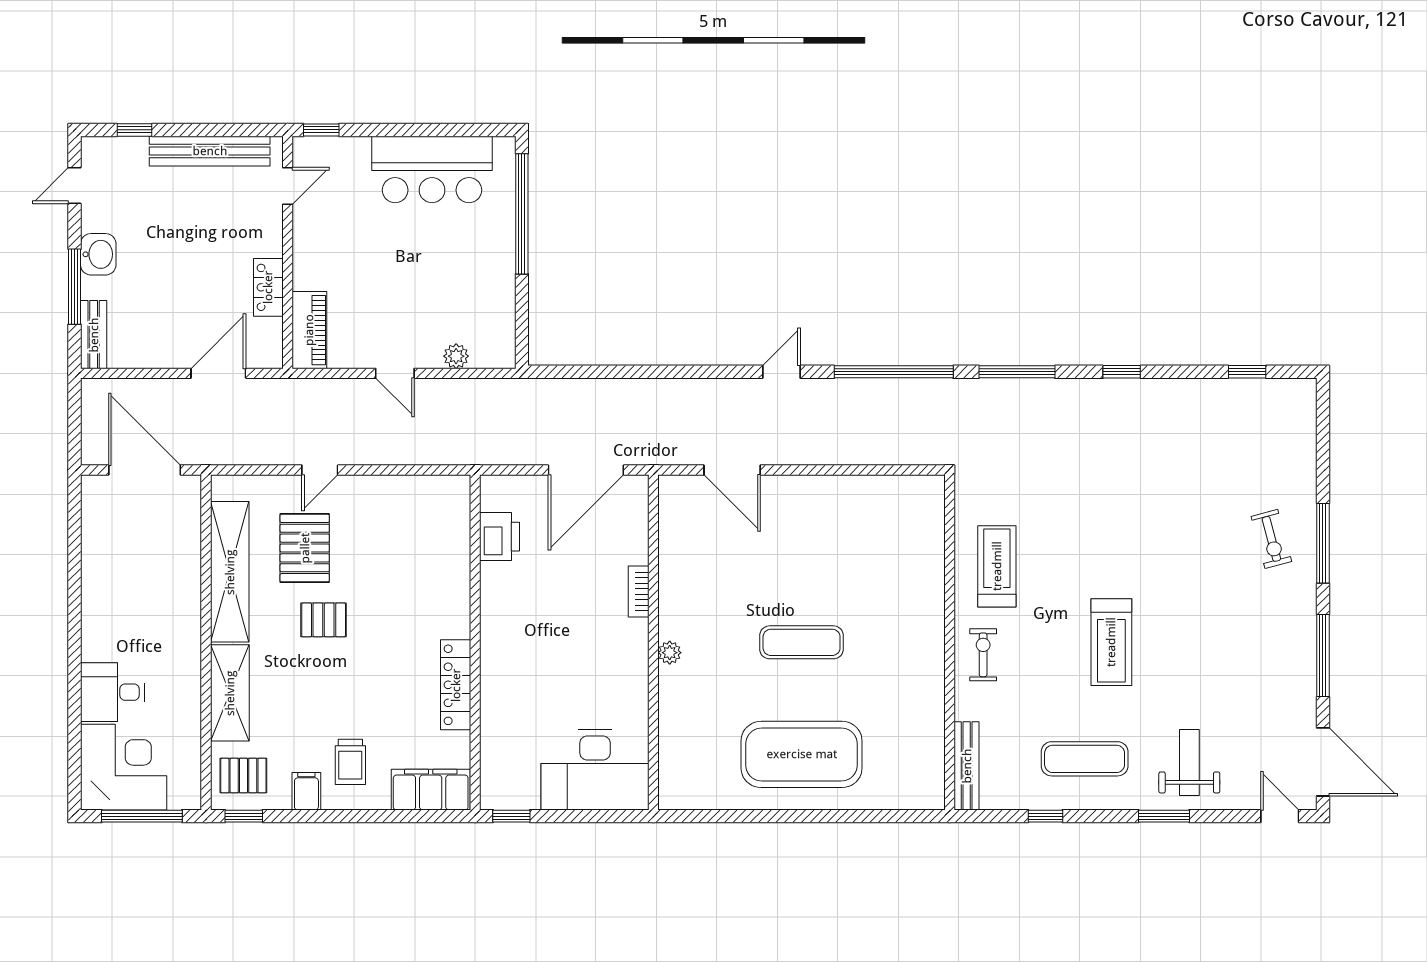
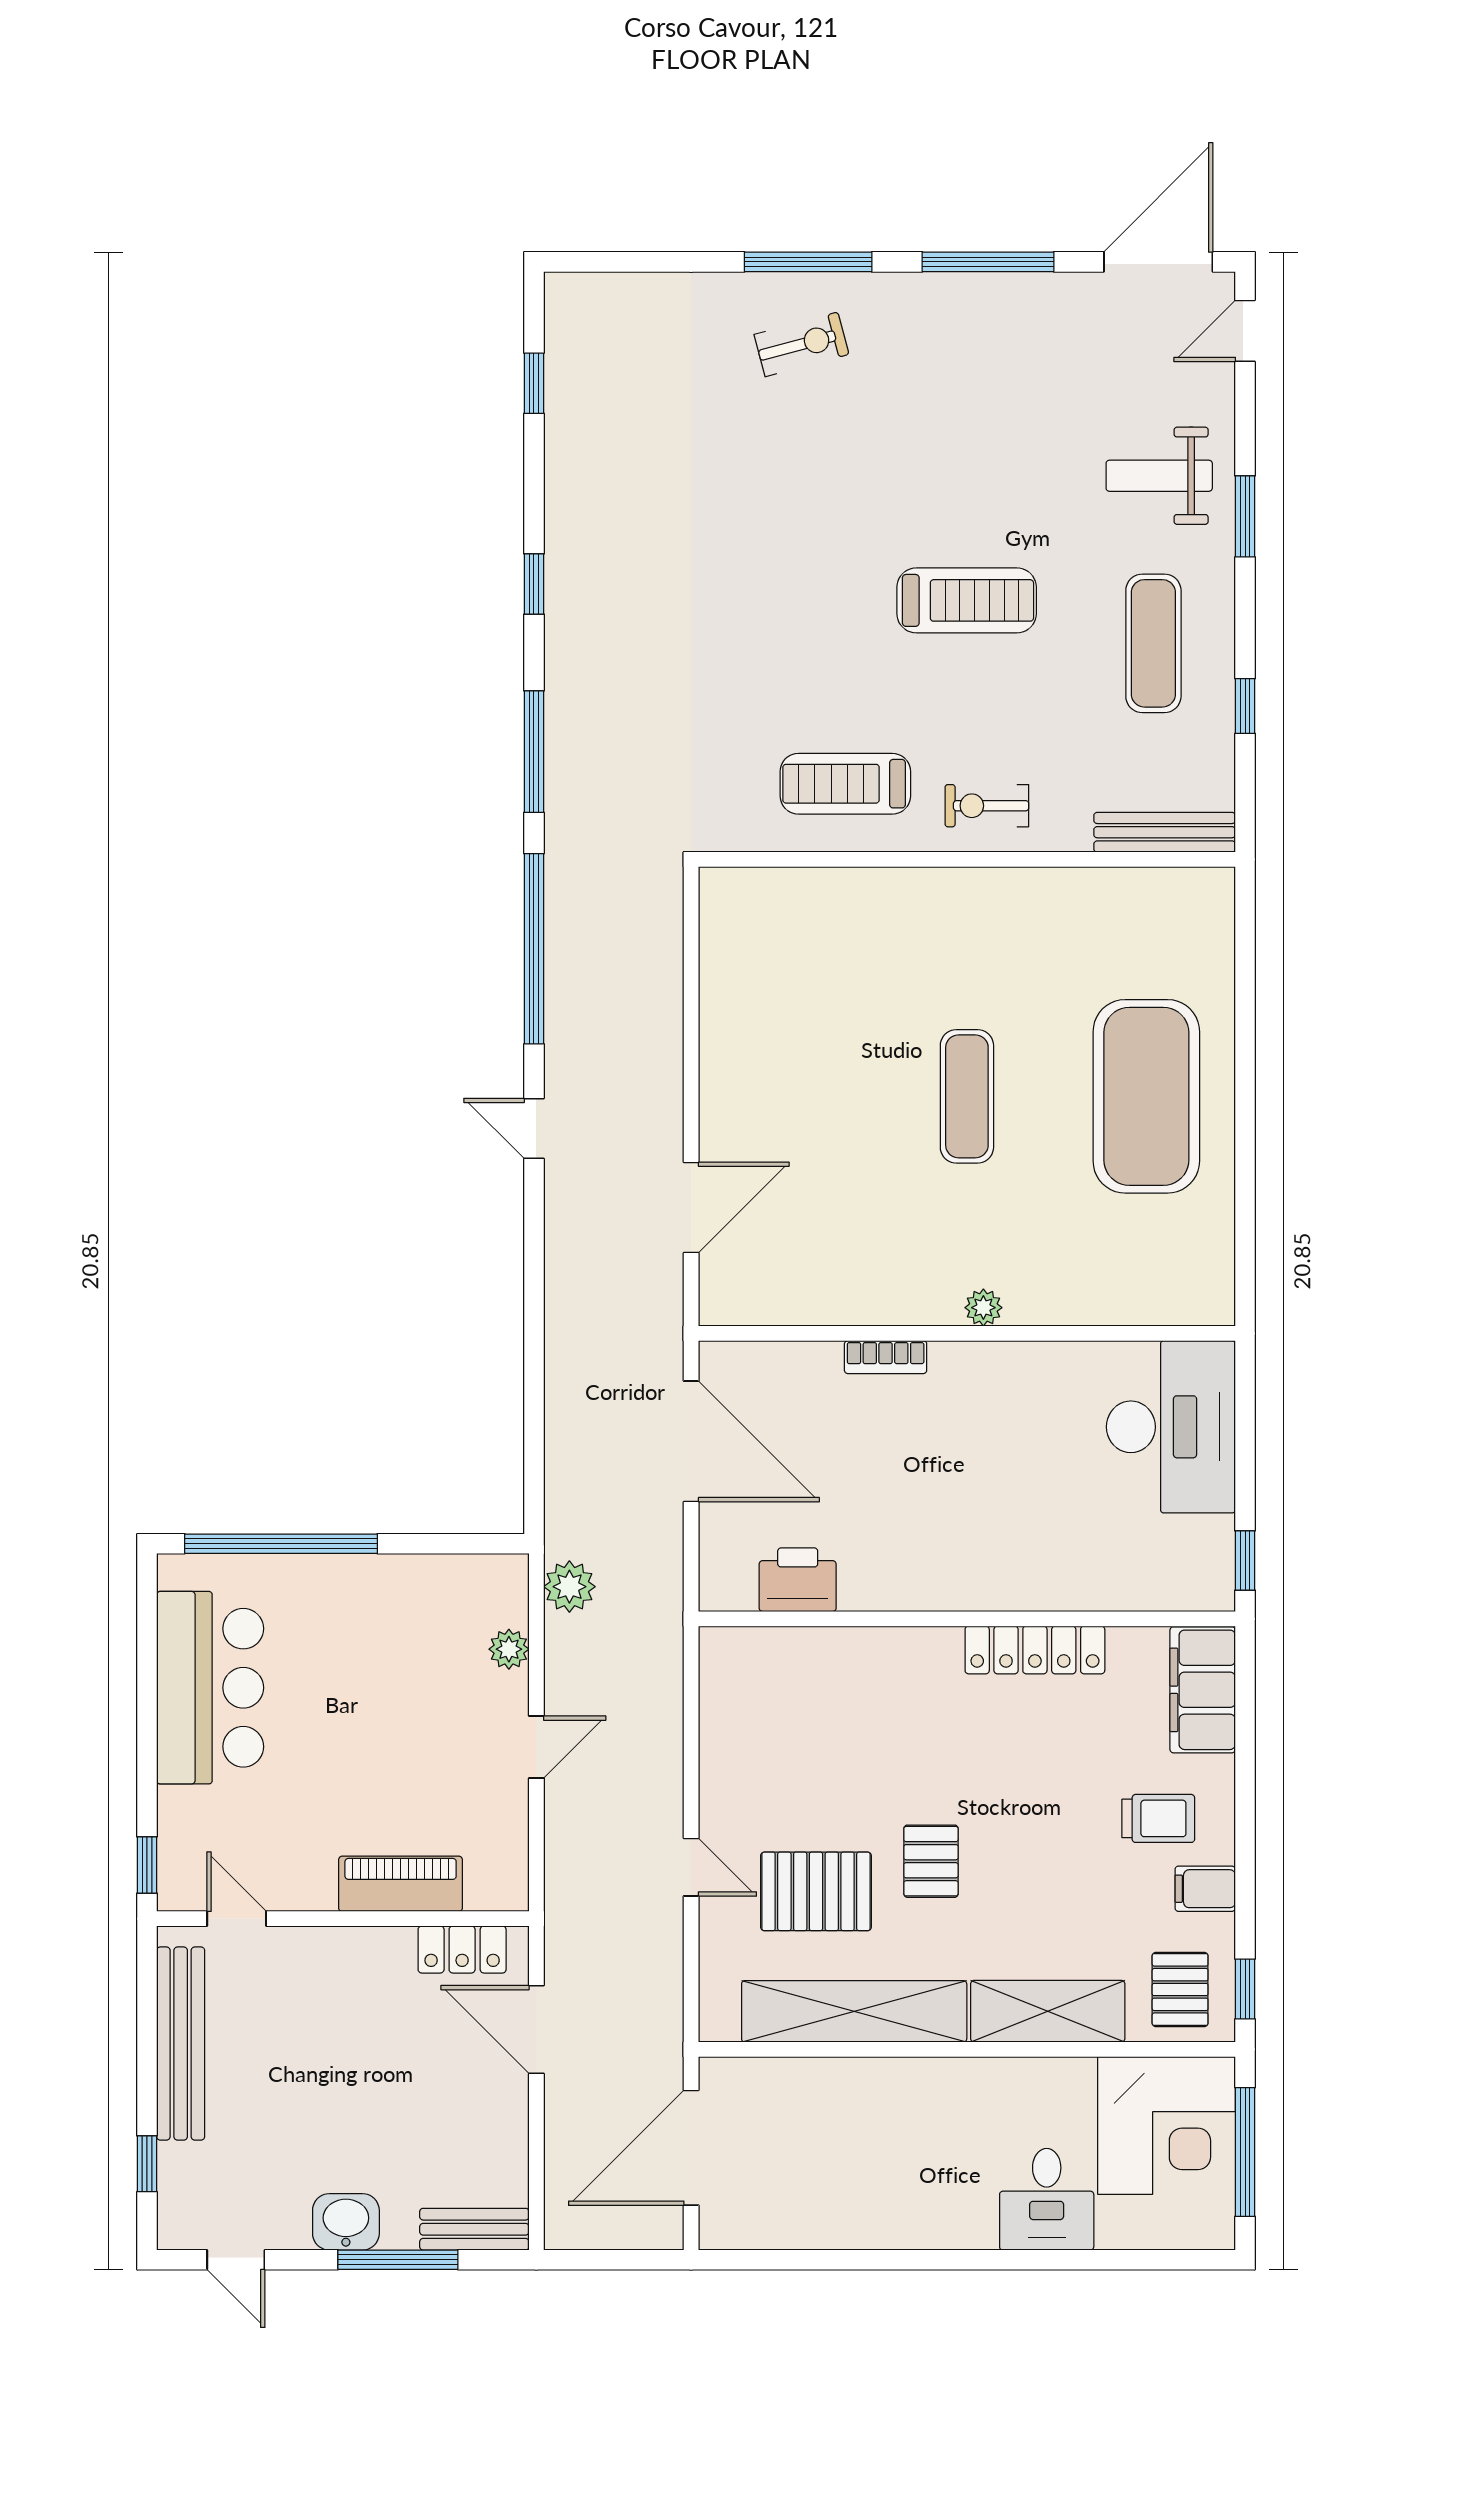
locker: (268, 287) -> (462, 1950), moved
piano: (309, 330) -> (401, 1884), moved
plant: (495, 394) -> (569, 1587), added
corner desk: (124, 767) -> (1167, 2125), moved, turned 180

